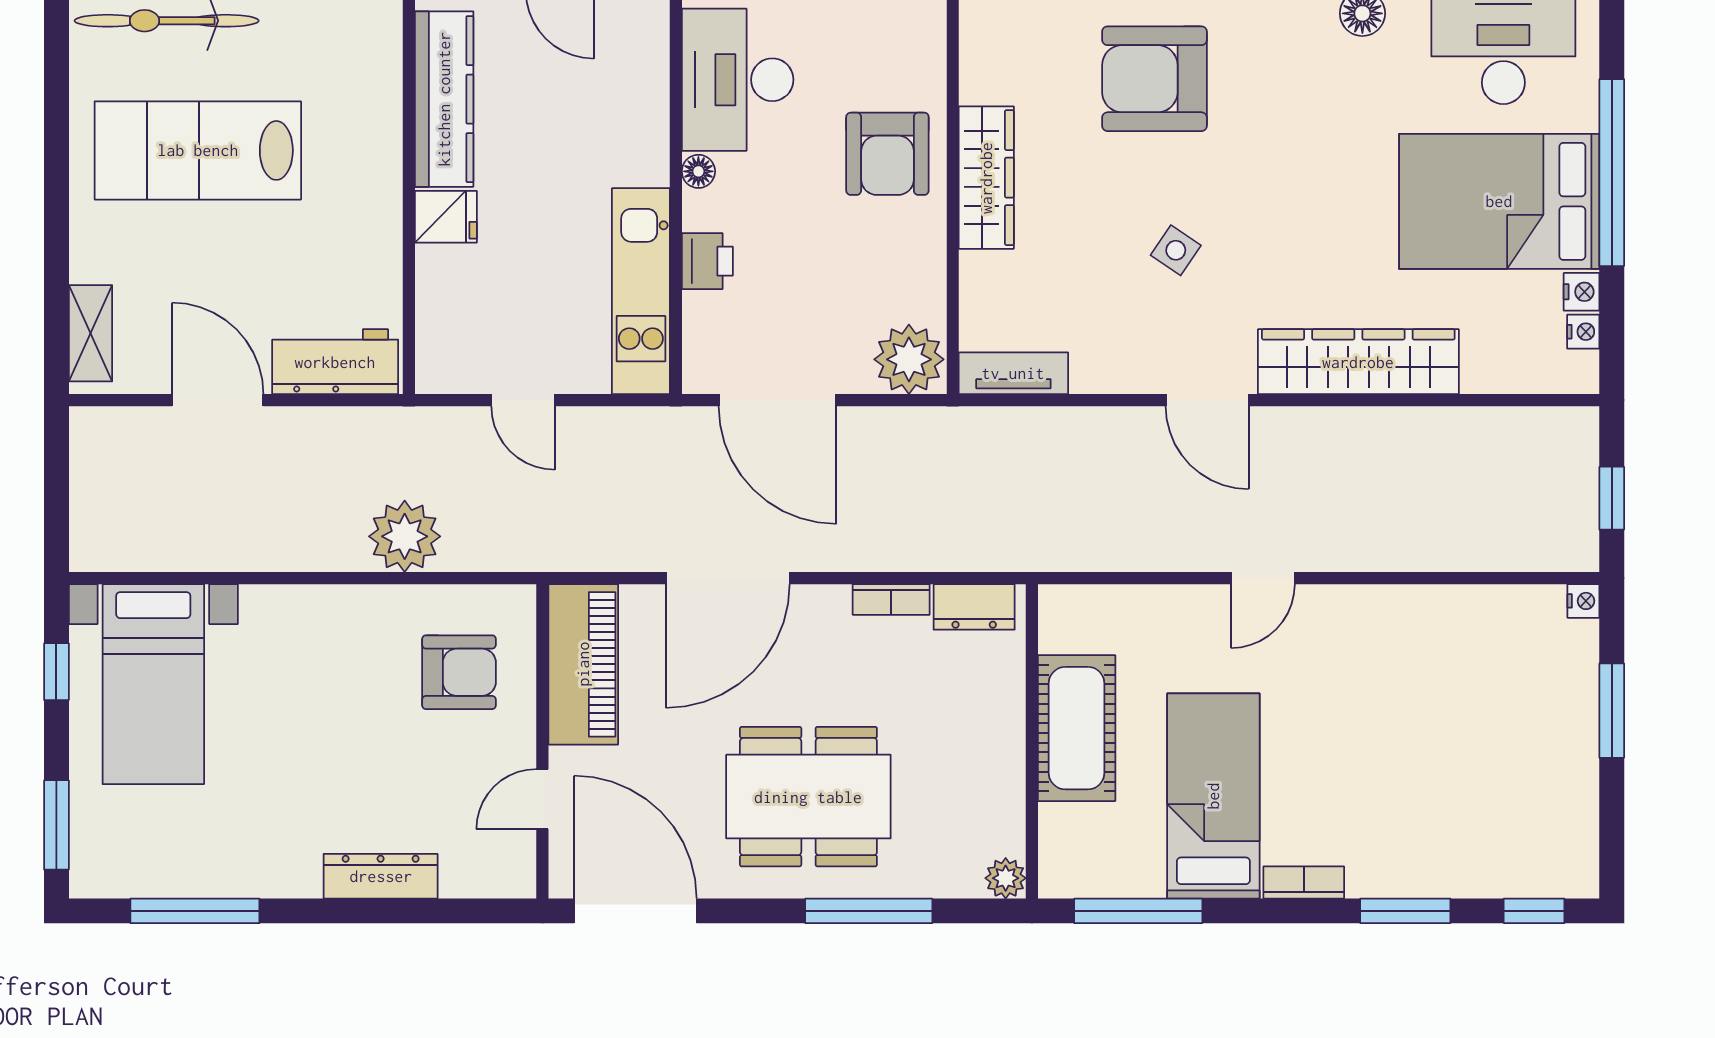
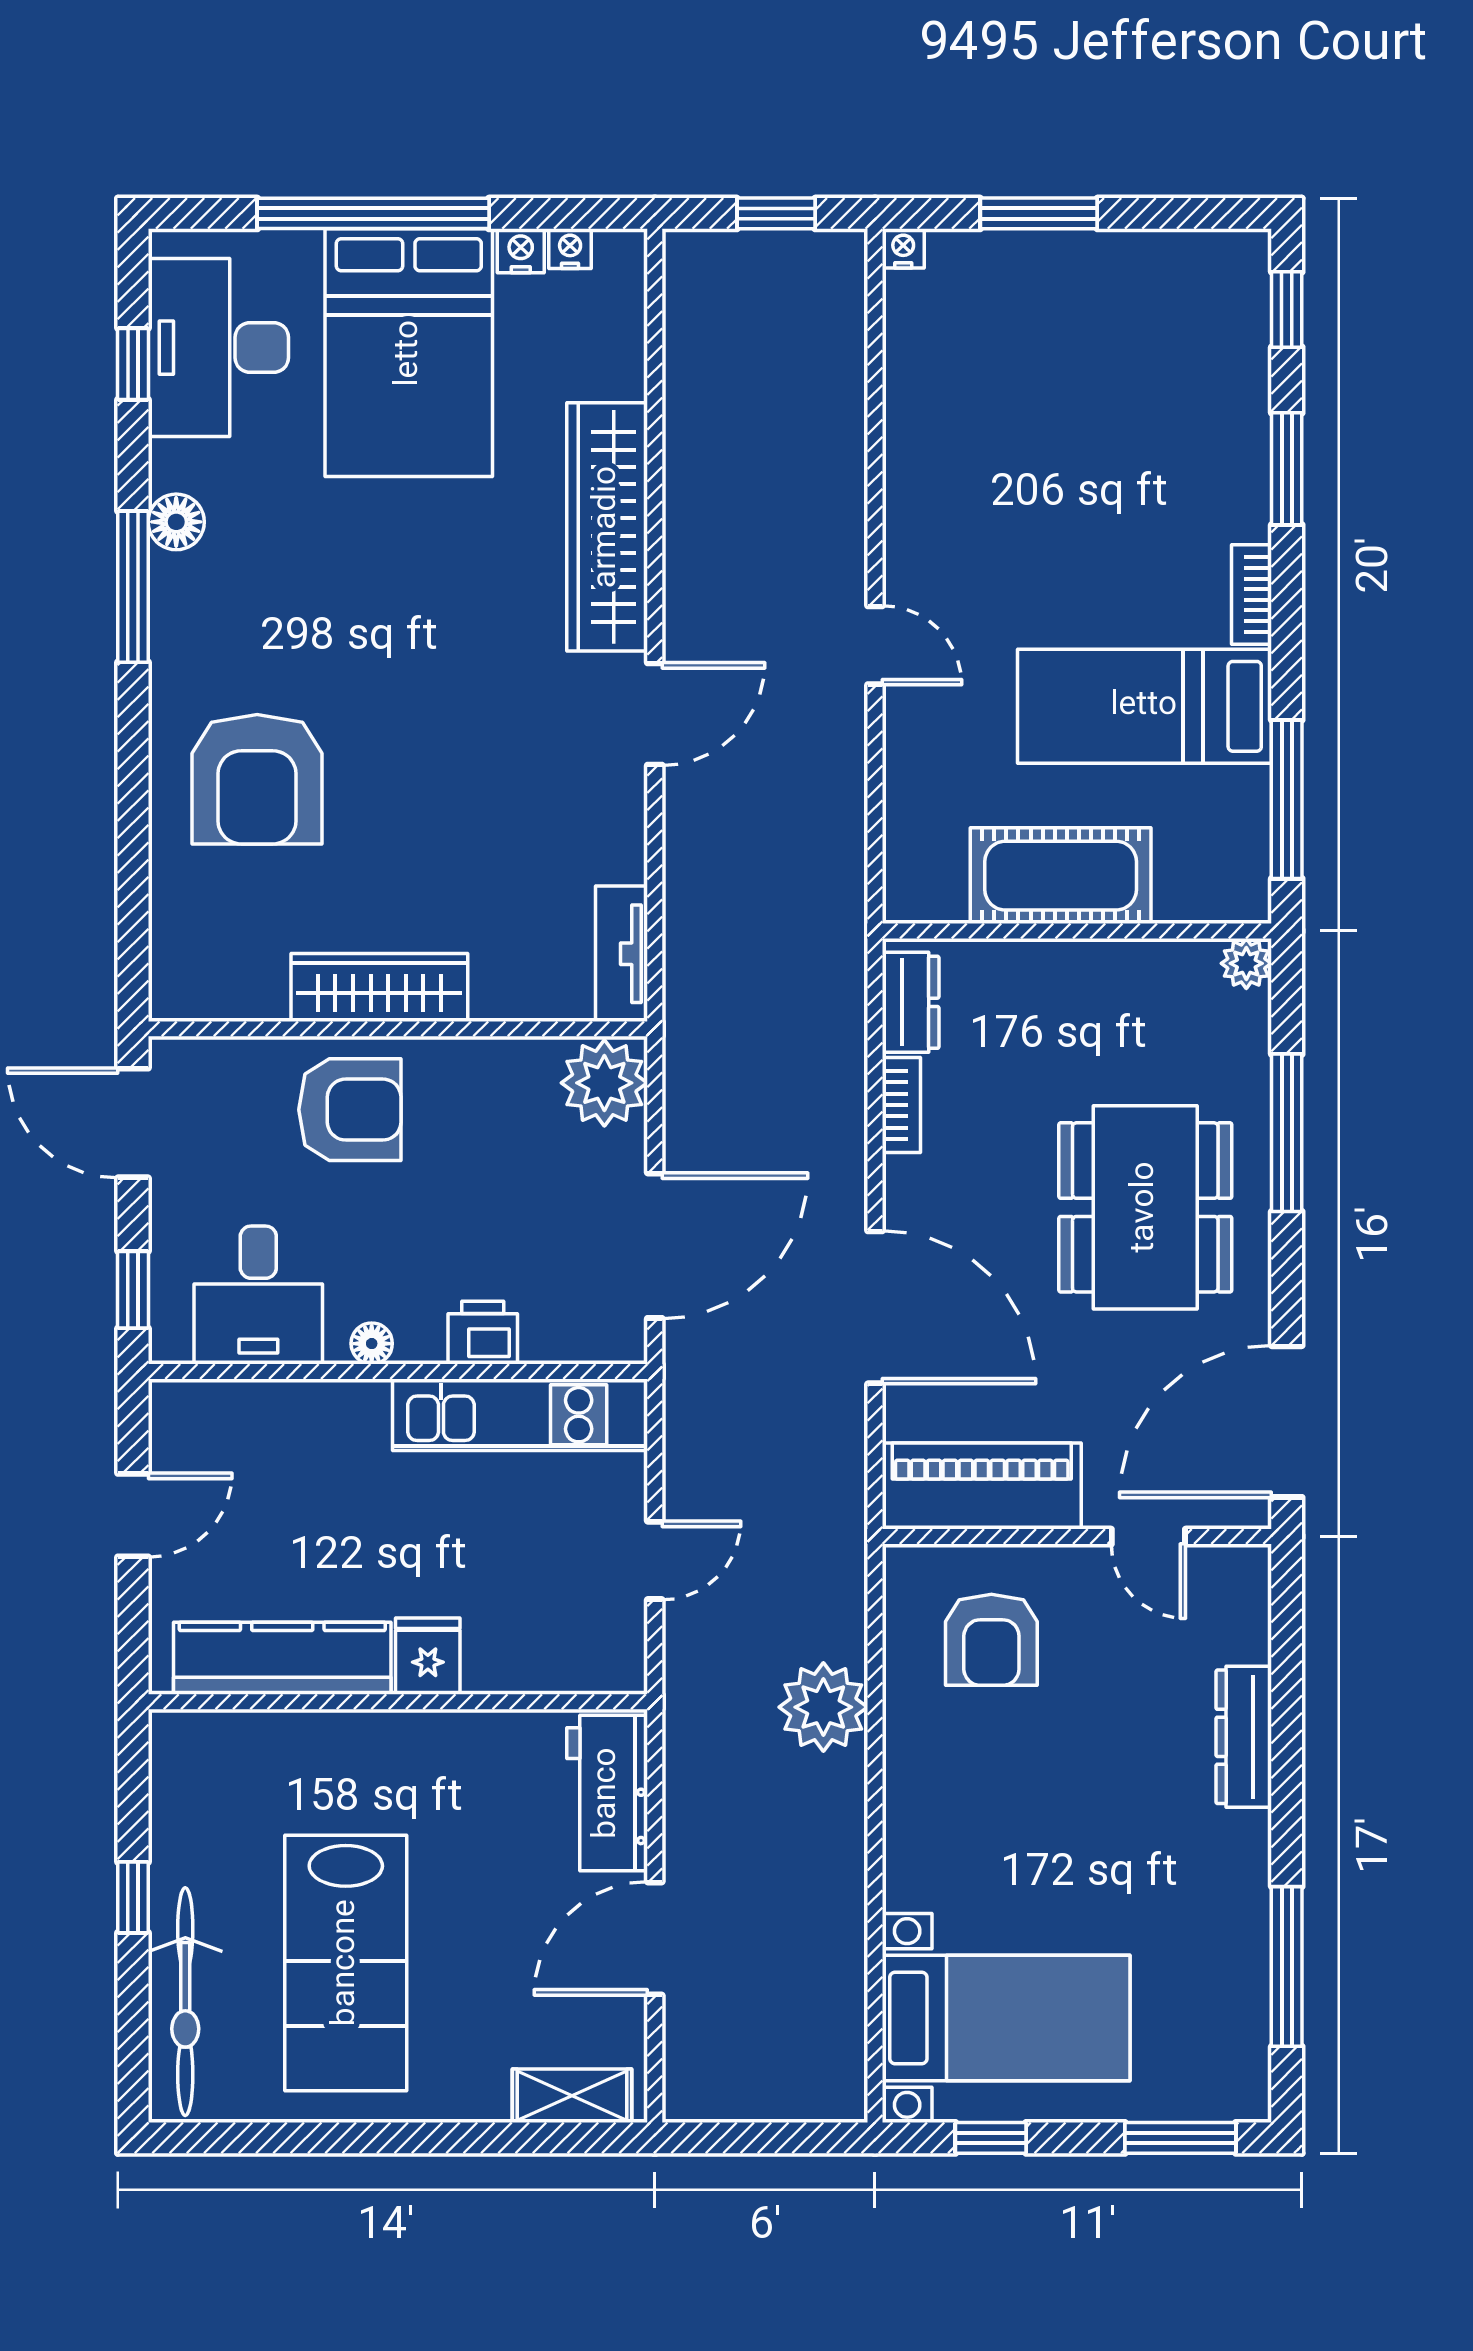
desk: (738, 80) -> (258, 1295), width x0.73
side table: (1176, 250) -> (469, 753), removed
armchair: (459, 672) -> (991, 1640), turned 180

